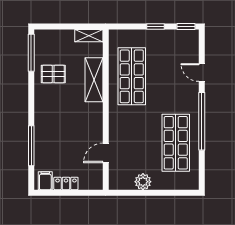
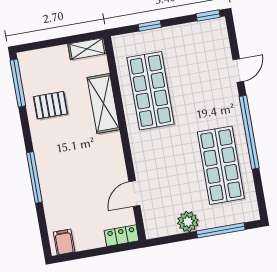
window: (155, 26) -> (150, 26), moved
door: (202, 73) -> (238, 70), swing flipped
window: (31, 146) -> (34, 177), moved
locker: (66, 183) -> (121, 236), moved
window: (167, 193) -> (221, 230), added

